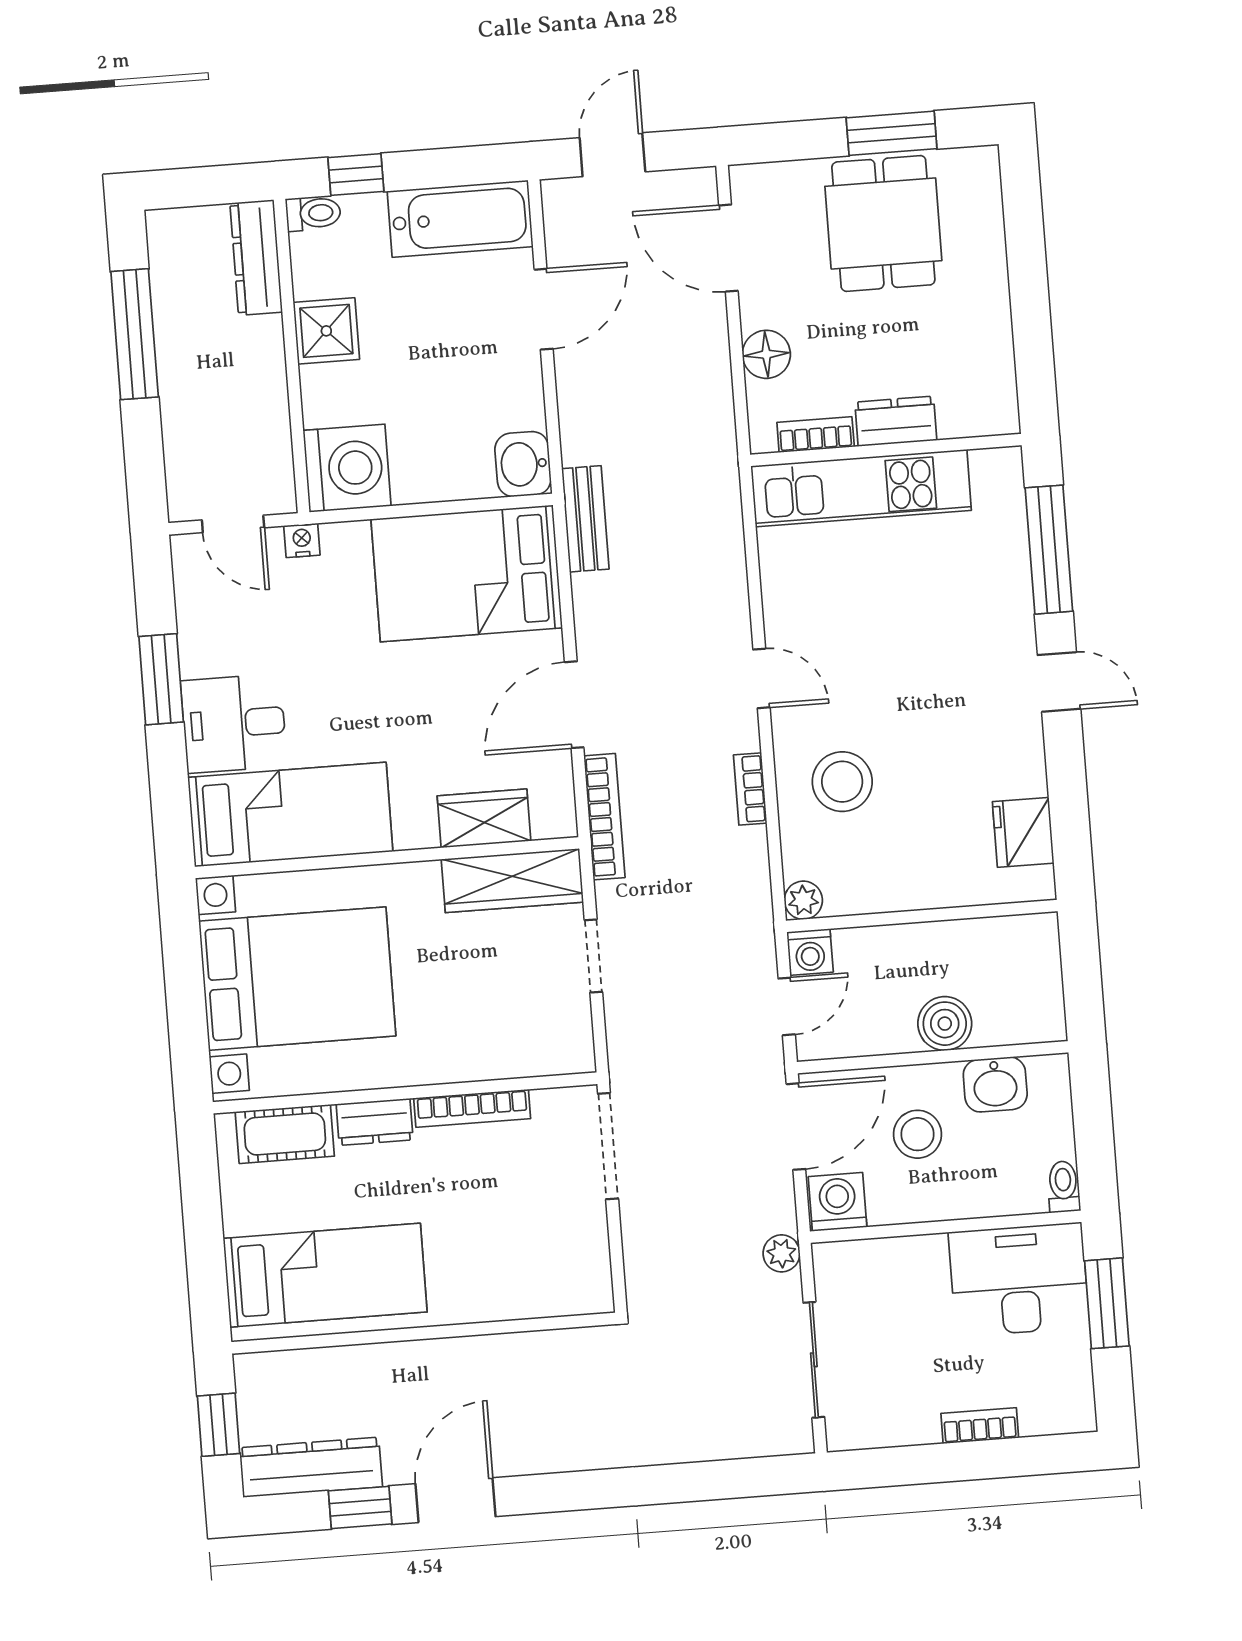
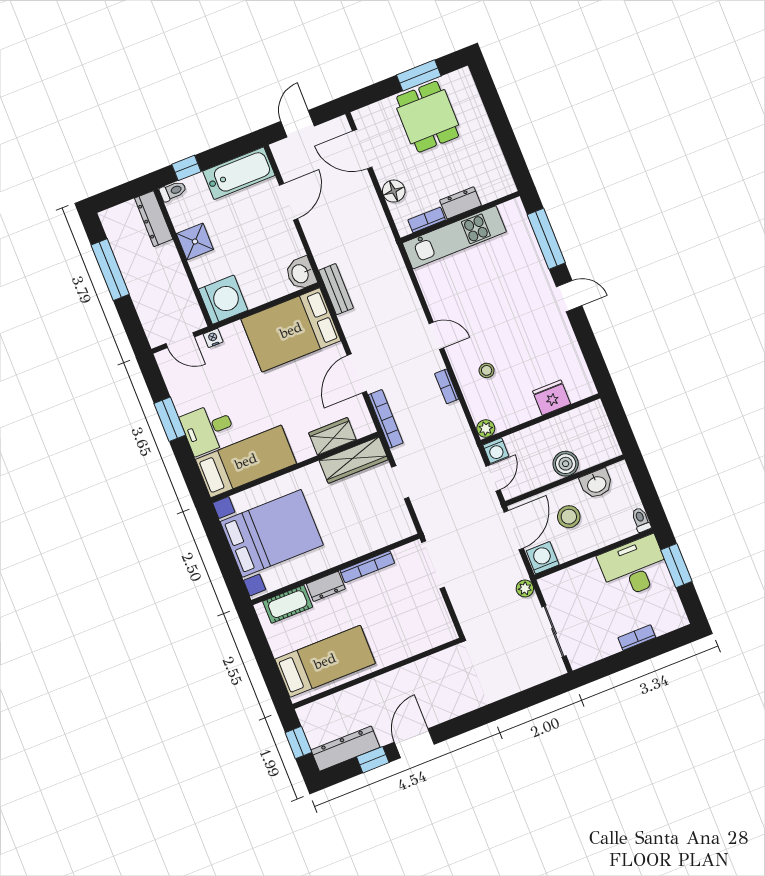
stool: (842, 782) -> (487, 370), width x0.53, depth x0.53
fridge: (1023, 832) -> (552, 398), moved, turned 90

